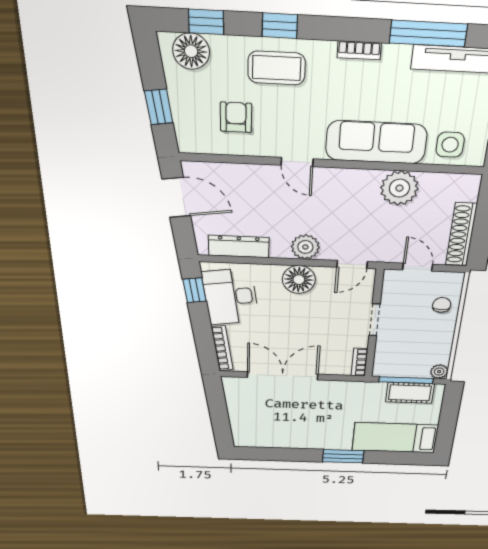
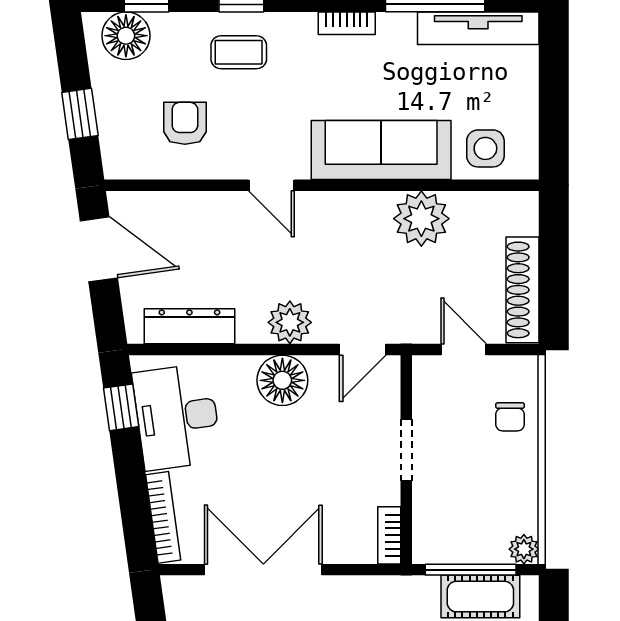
coffee table: (277, 68) -> (239, 52), width x0.73, depth x0.77
chair: (442, 305) -> (510, 417), turned 180

